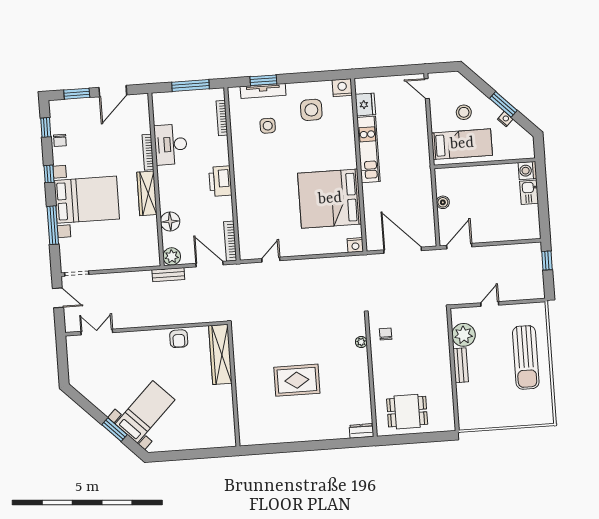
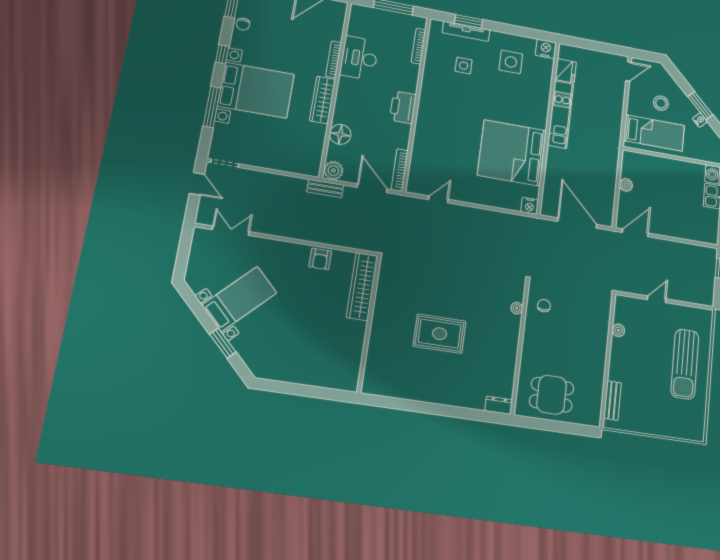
door: (427, 89) -> (629, 71), swing flipped
plant: (464, 335) -> (619, 330), width x0.53, depth x0.53
bench: (461, 365) -> (613, 401), moved
bed with nightstands: (145, 412) -> (239, 299), moved

